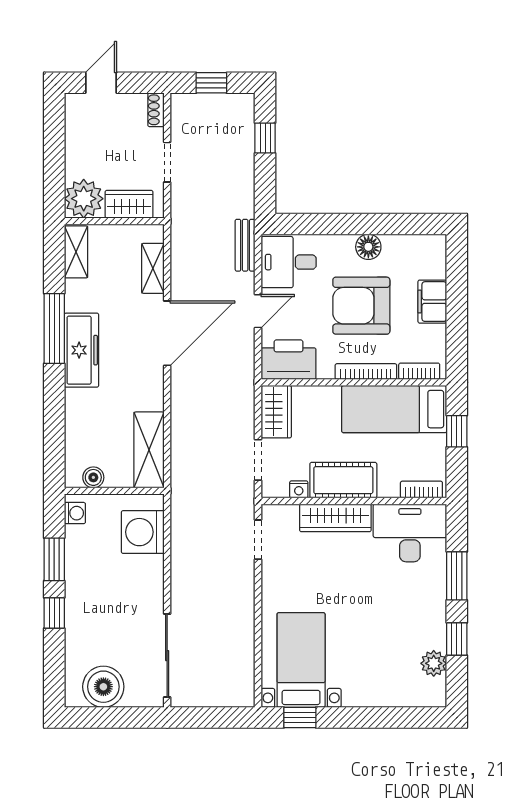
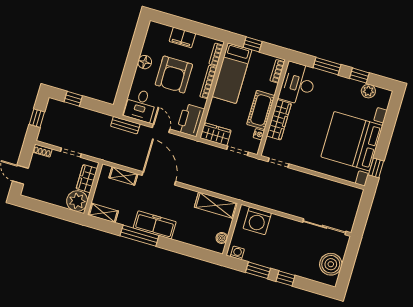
bed with nightstands: (301, 660) -> (352, 141), width x1.85

